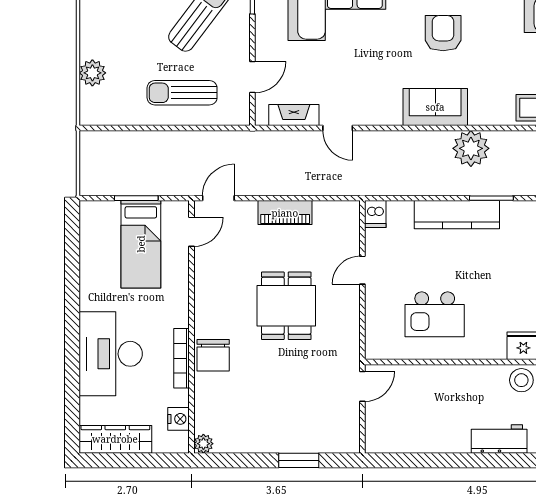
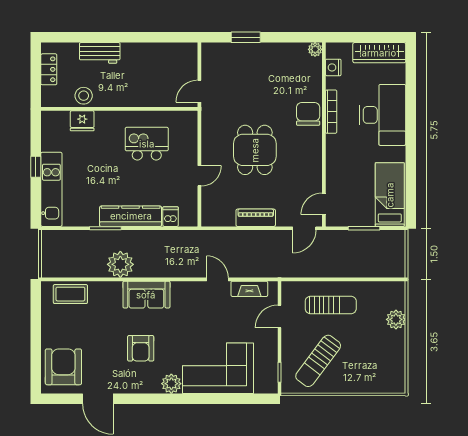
dishwasher: (375, 214) -> (171, 217), moved
bed: (141, 244) -> (390, 195), moved

